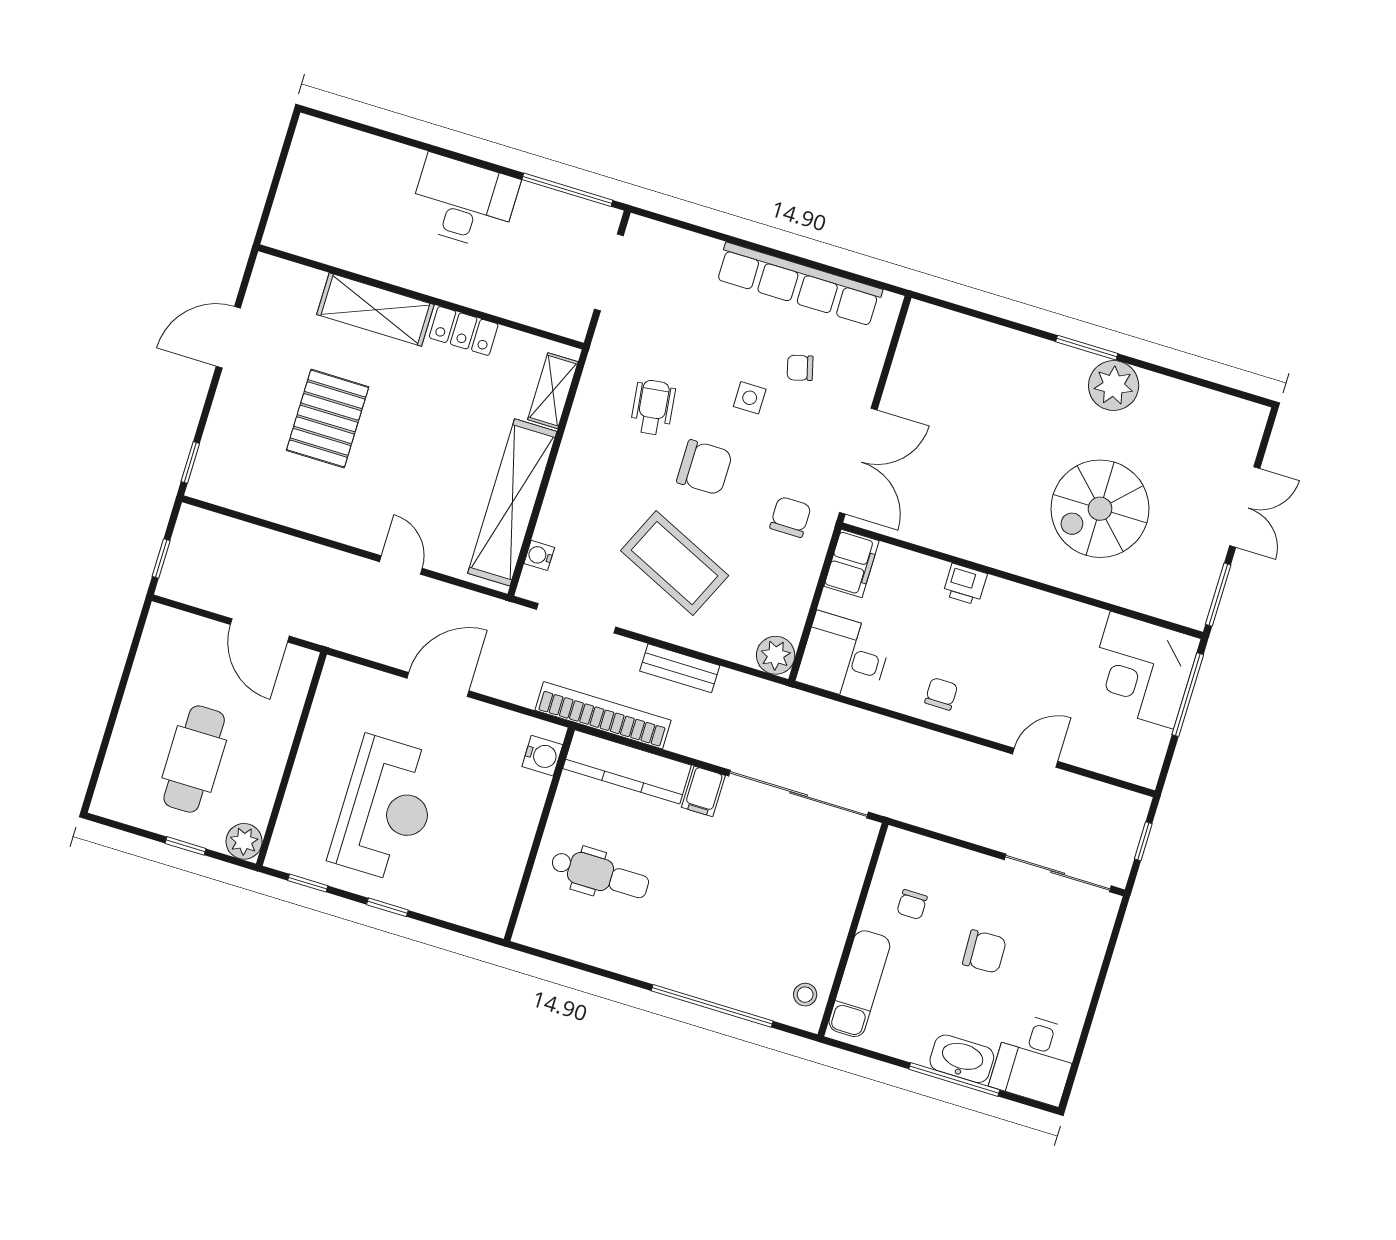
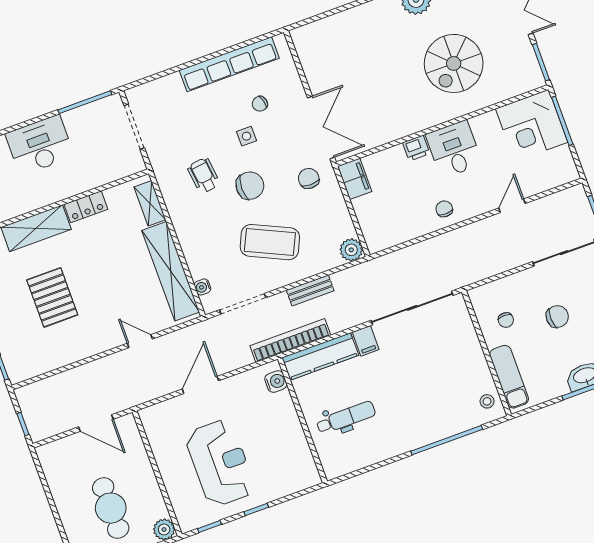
desk: (844, 657) -> (454, 149), moved, turned 90

